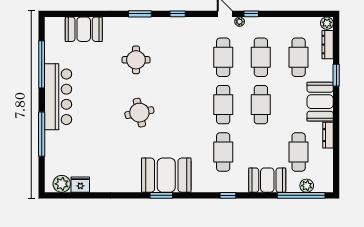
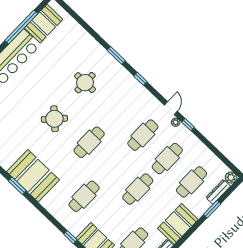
booth: (84, 29) -> (44, 24), moved, turned 90
window: (336, 75) -> (212, 209), moved
cafe table: (223, 105) -> (89, 142), moved
round table: (139, 113) -> (54, 119), turned -35
window: (228, 195) -> (70, 237), moved

